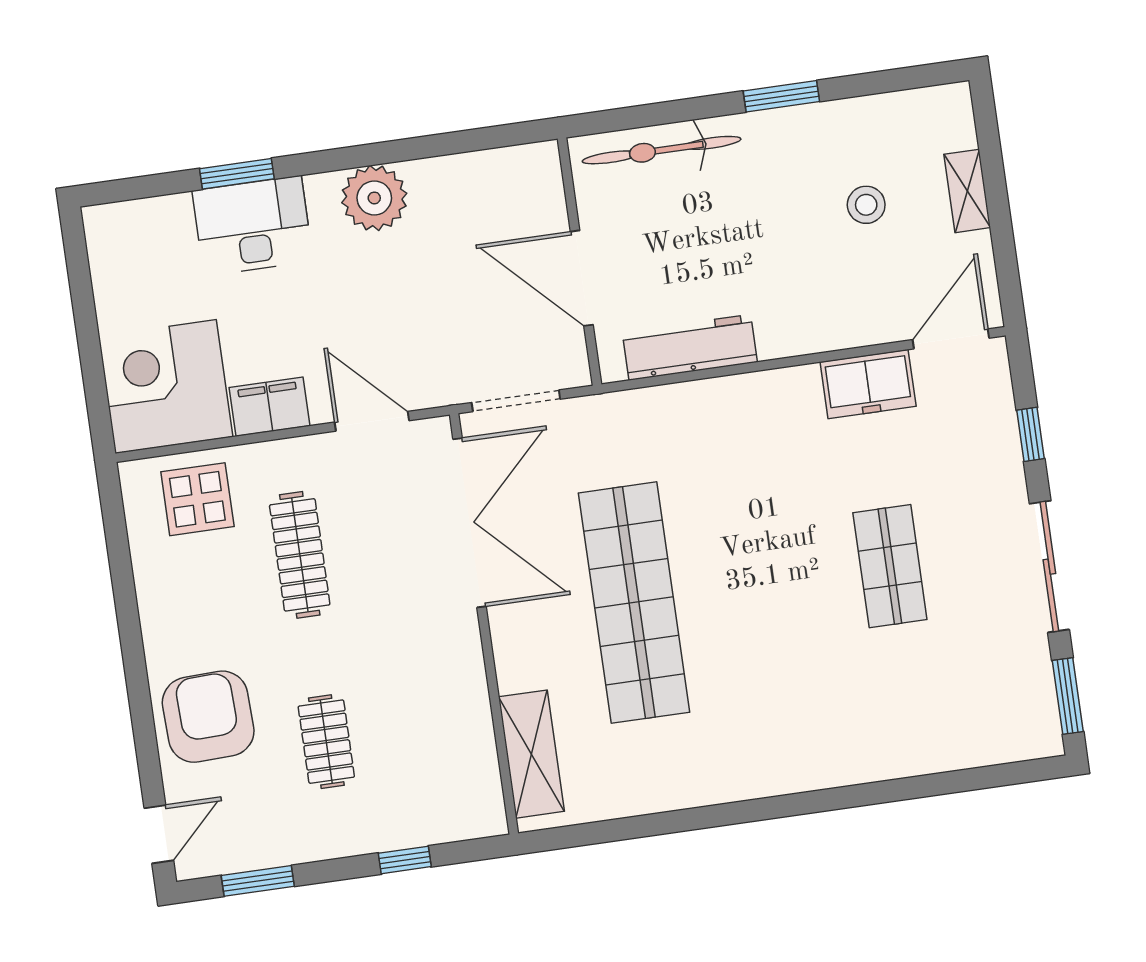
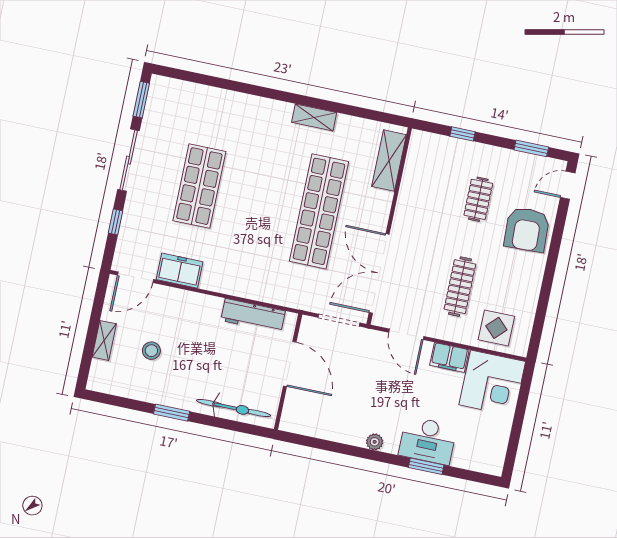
plant: (374, 198) -> (375, 442), width x0.53, depth x0.53
shop shelf: (890, 566) -> (199, 186), width x1.43, depth x1.36
shelving: (712, 786) -> (314, 117), added

